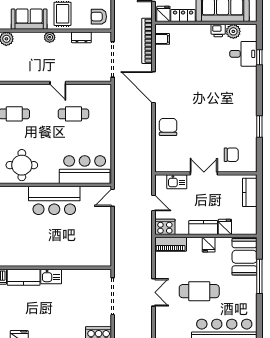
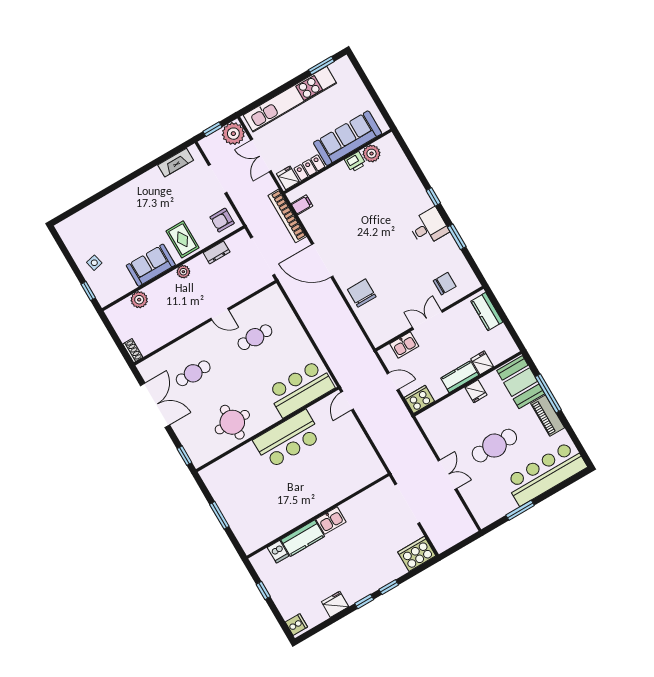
desk: (243, 54) -> (429, 227), moved
window: (259, 57) -> (433, 197), moved
piano: (171, 244) -> (548, 416), moved, turned 90

